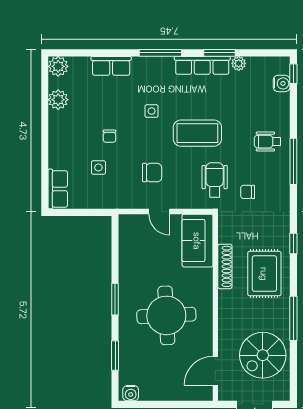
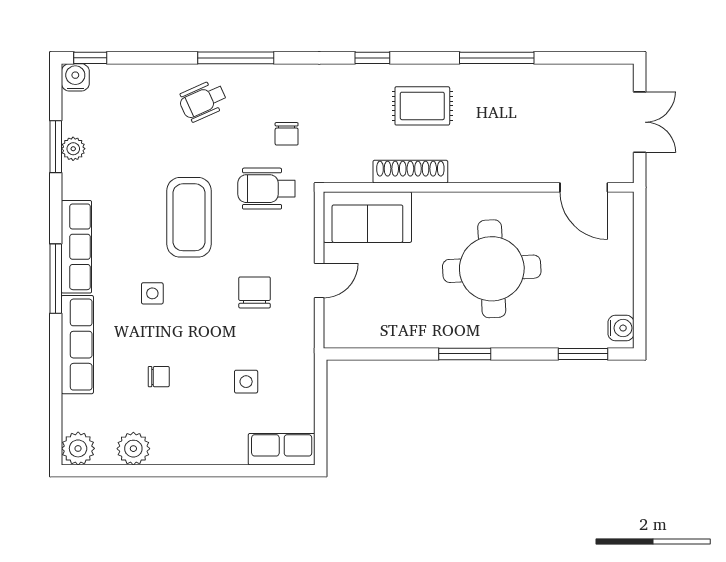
window: (219, 53) -> (56, 147), moved
row of seats: (202, 65) -> (76, 247), moved
row of seats: (111, 66) -> (77, 345), width x1.48
water cooler: (282, 83) -> (75, 77), moved
chair: (109, 136) -> (159, 377), moved
wheelchair: (267, 142) -> (203, 101), turned 66
rug: (264, 274) -> (422, 106), width x0.73, depth x0.70
window: (115, 355) -> (583, 354), moved
spiral stairs: (263, 355) -> (558, 109), removed

